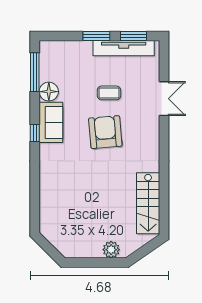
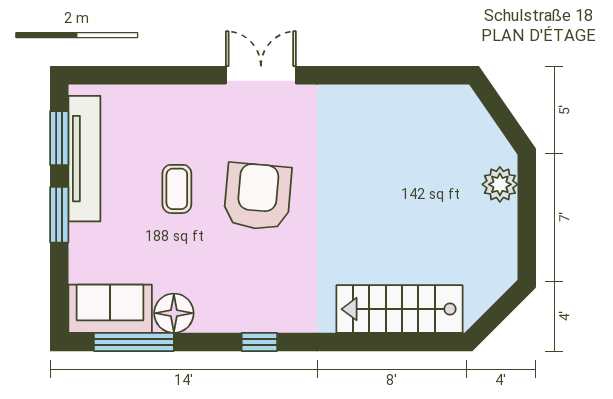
double door: (164, 99) -> (261, 75), moved
sofa: (51, 122) -> (110, 309), moved
armchair: (105, 132) -> (258, 197), turned 100
stairs: (148, 203) -> (399, 309), moved, turned 180

